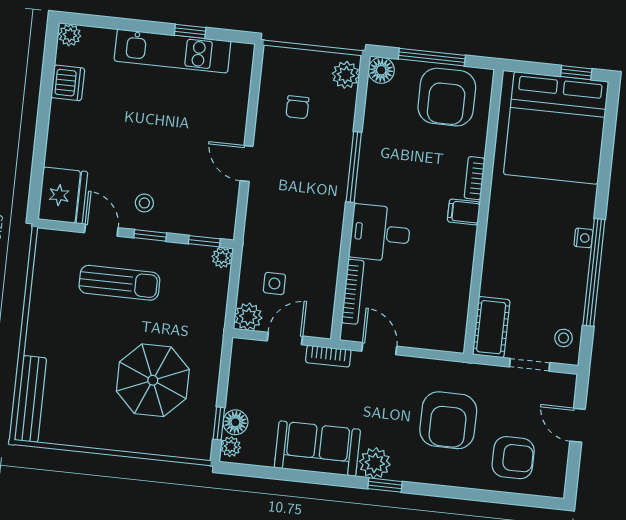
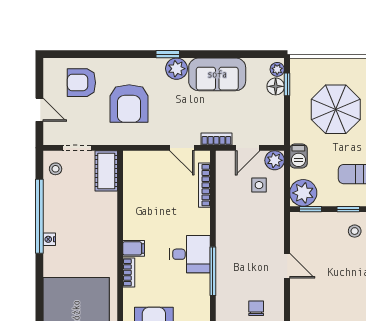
desk: (380, 233) -> (190, 254), moved
plant: (222, 258) -> (303, 193), width x1.87, depth x1.87
barbecue: (213, 319) -> (298, 156), added
armchair: (448, 420) -> (129, 104), turned 180

